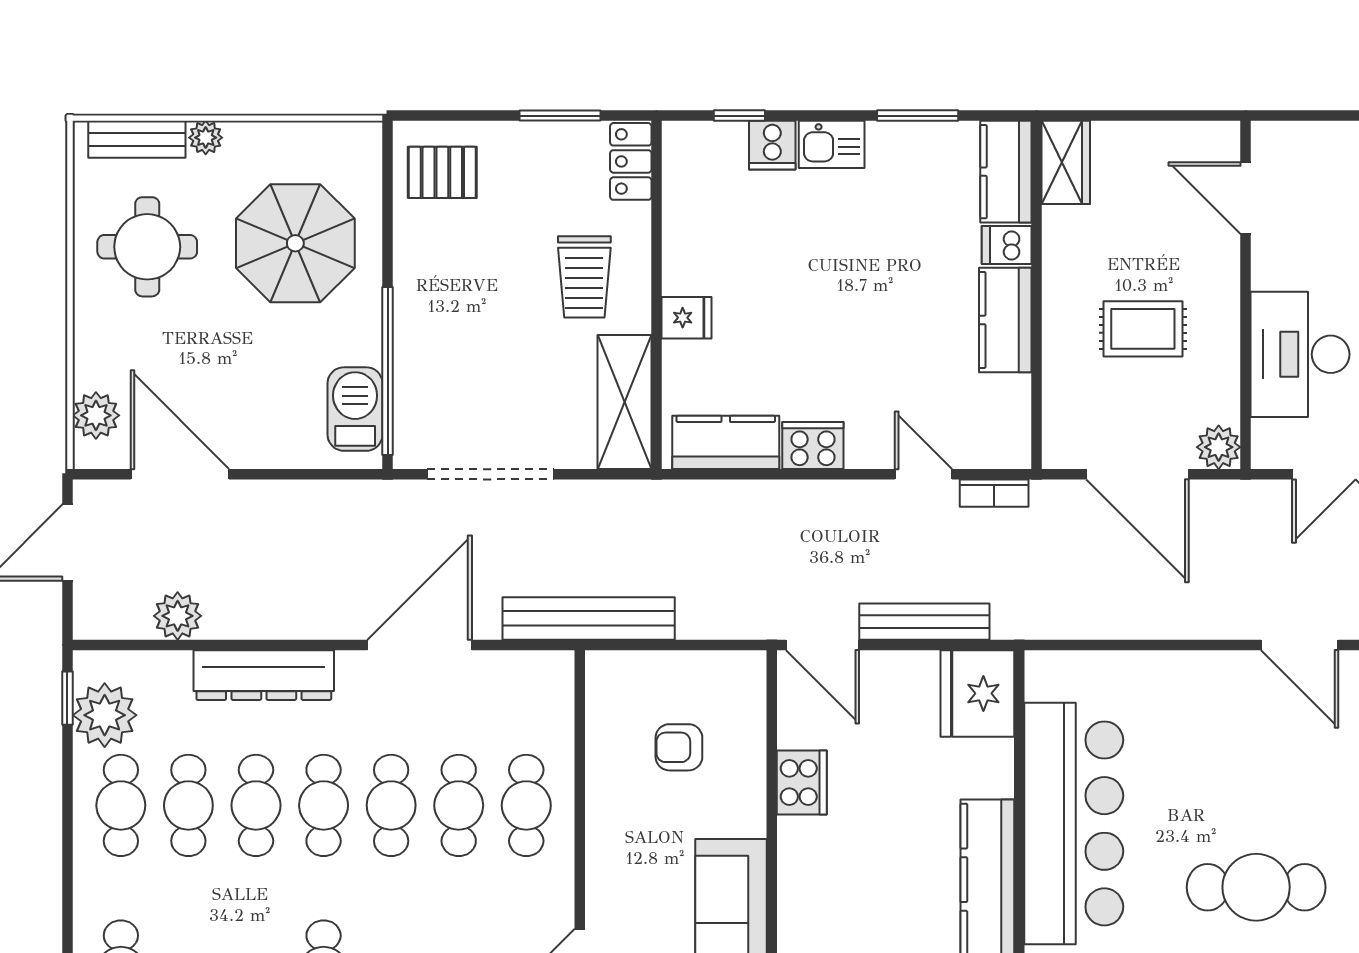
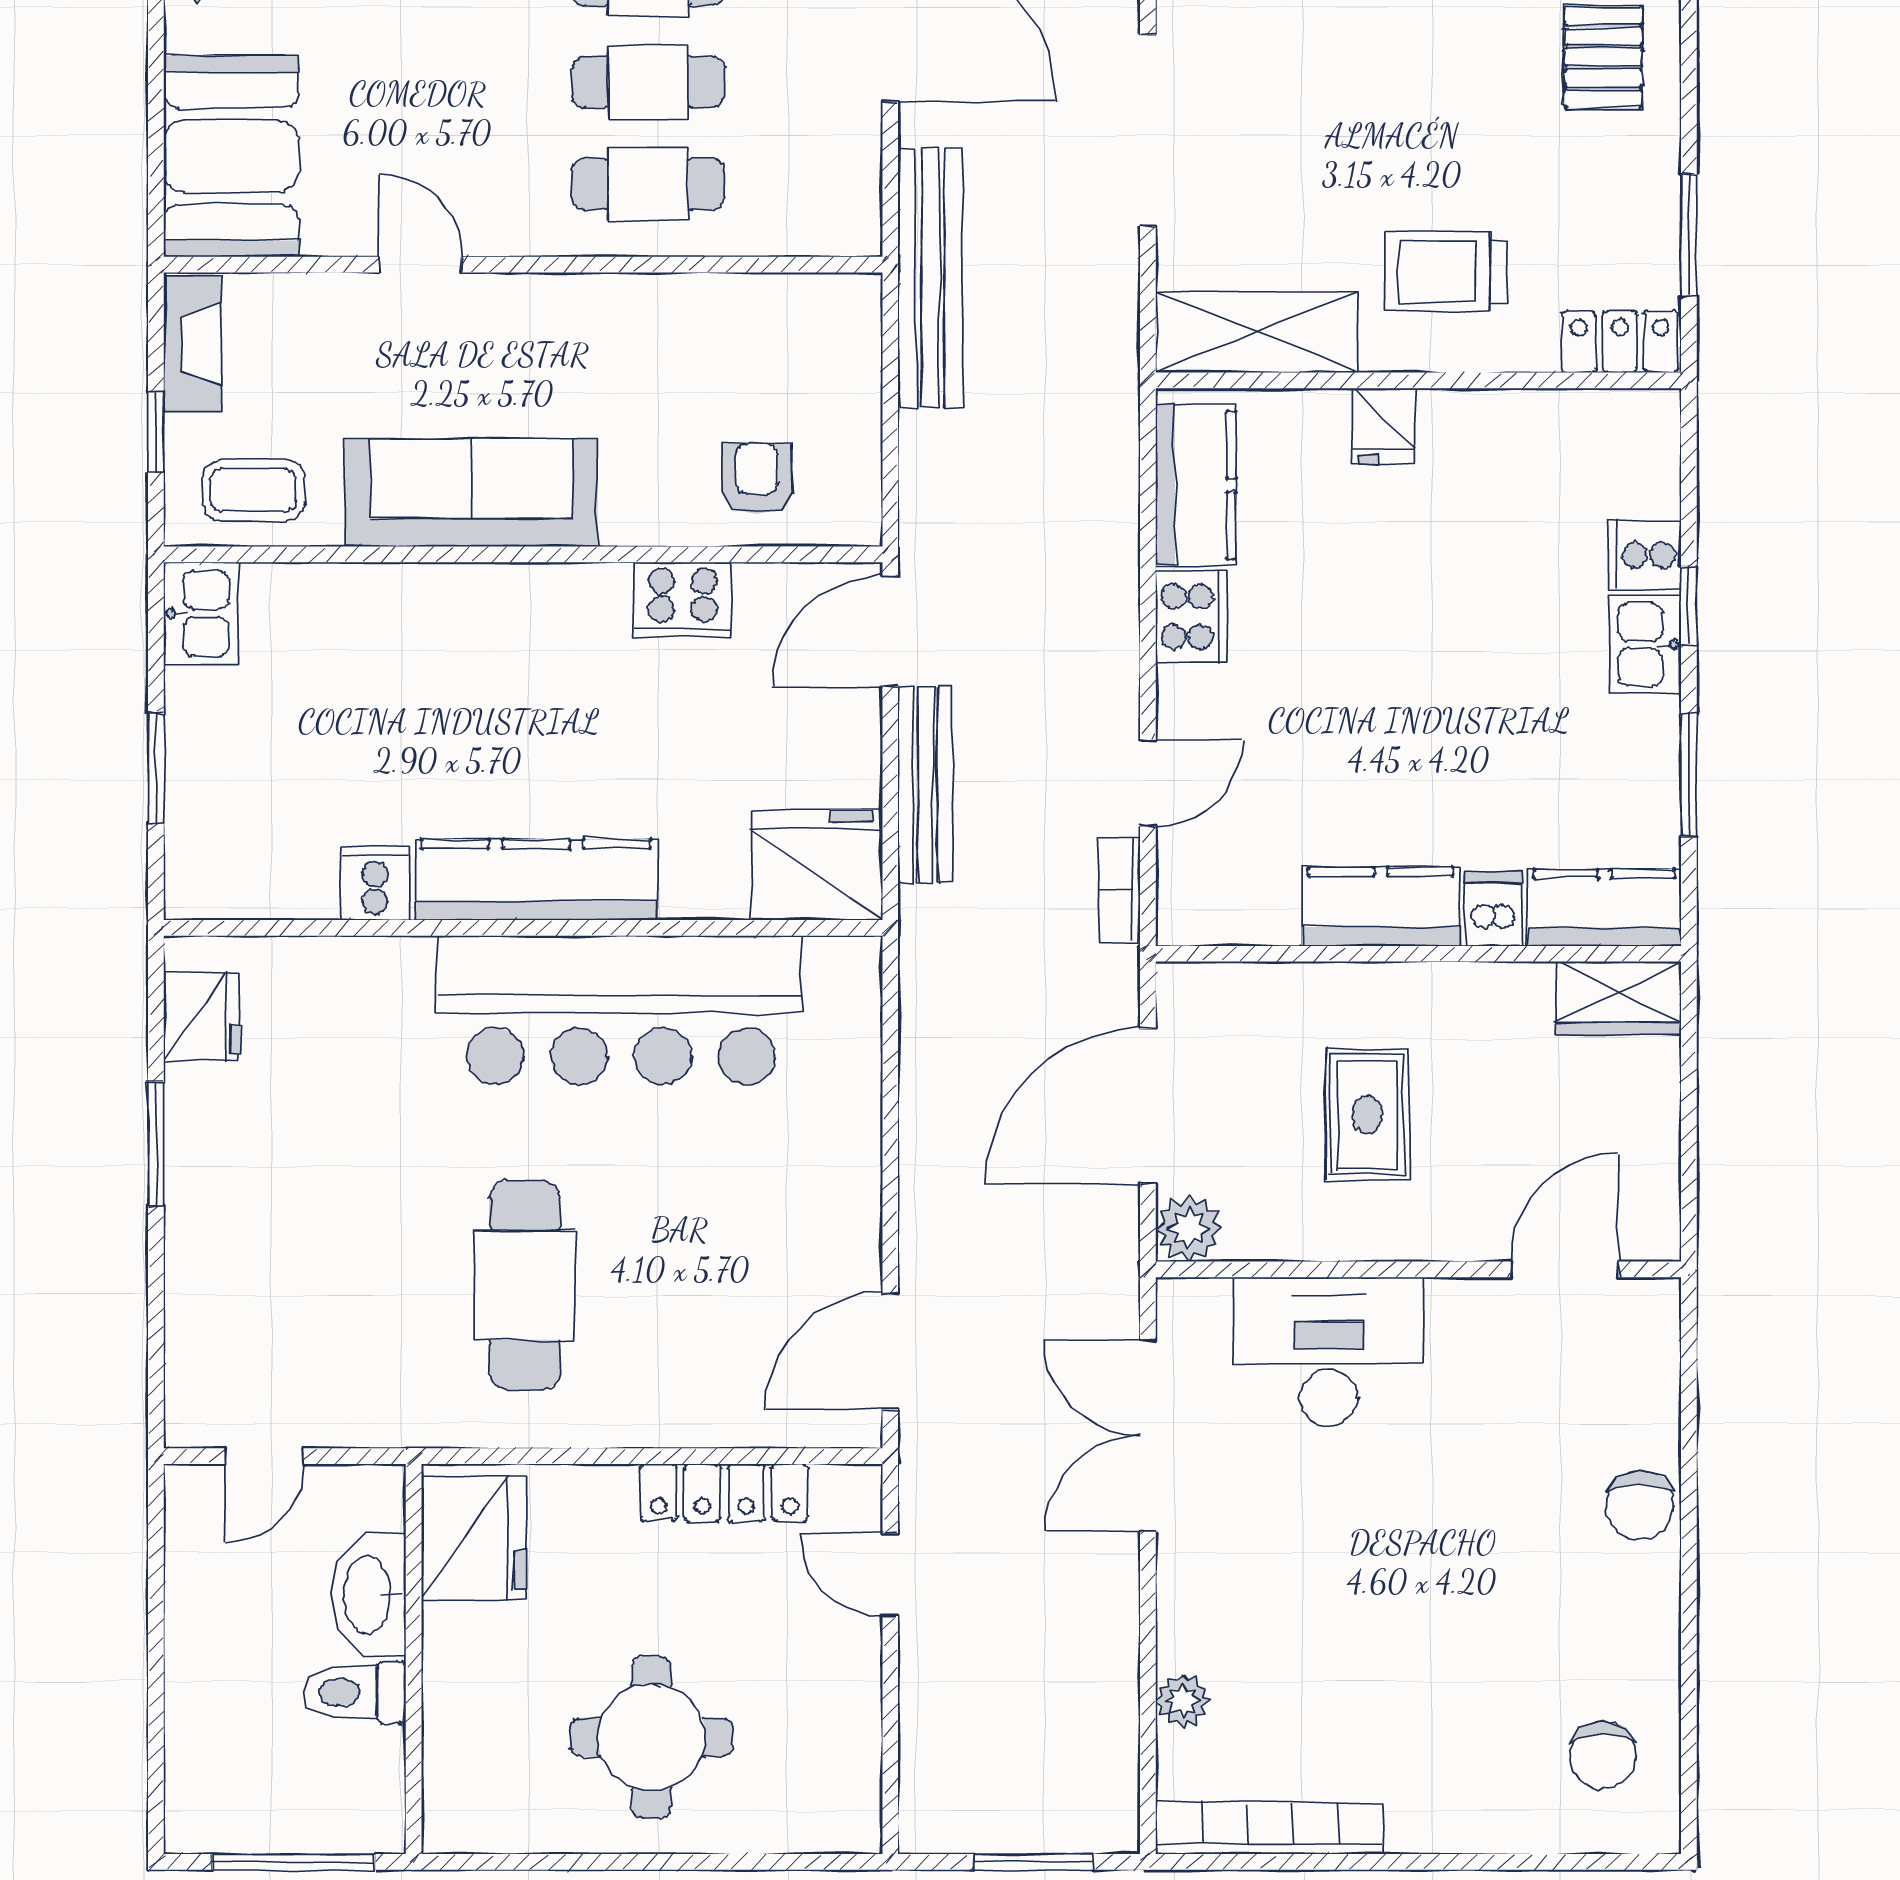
window: (739, 116) -> (1689, 605), moved
armchair: (679, 747) -> (757, 479), moved

